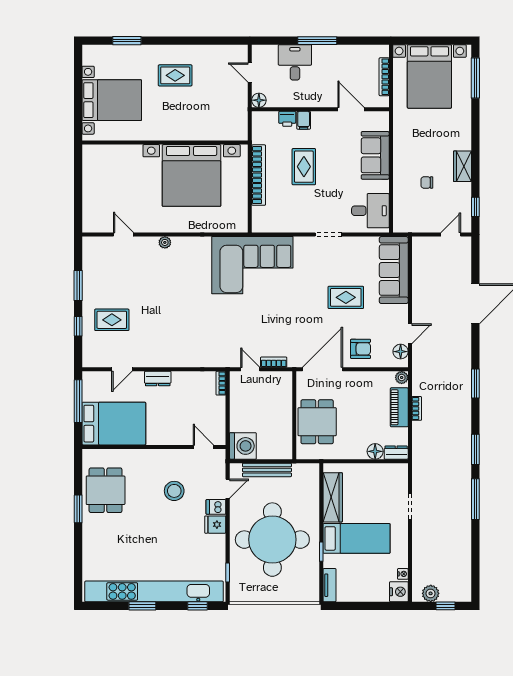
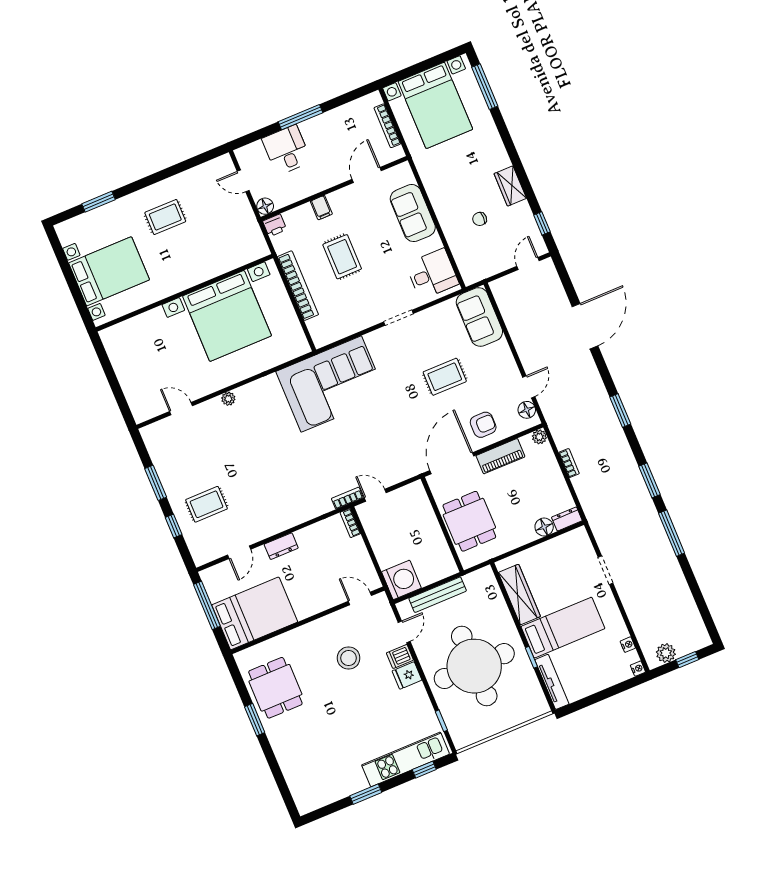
door: (351, 109) -> (367, 175), hinge flipped
printer: (287, 119) -> (275, 225), moved
sofa: (394, 270) -> (479, 317), width x0.73
bookcase: (274, 362) -> (347, 498), moved
piano: (399, 407) -> (500, 456), moved, turned -90
tv unit: (329, 585) -> (552, 682), width x1.41
kitchen unit: (154, 591) -> (406, 759), width x0.54
nightstand: (399, 592) -> (638, 669), width x0.53, depth x0.56

